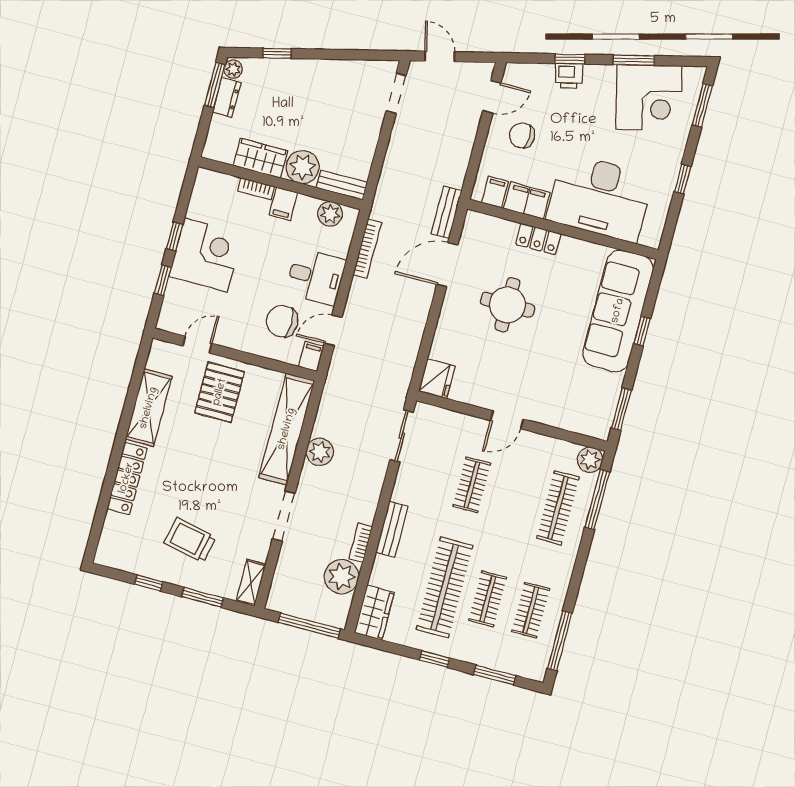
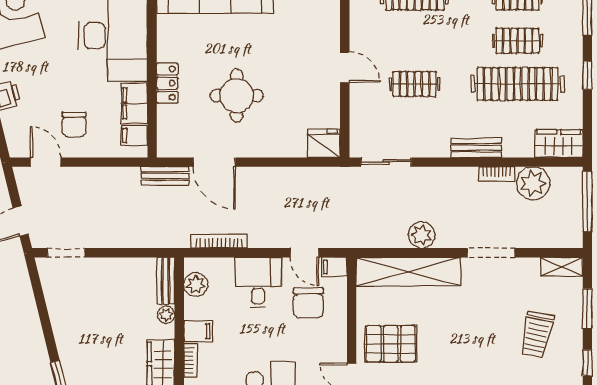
plant: (303, 167) -> (166, 315), width x0.53, depth x0.53

